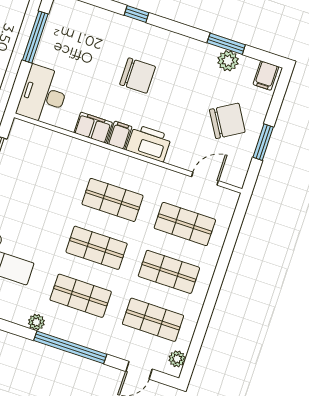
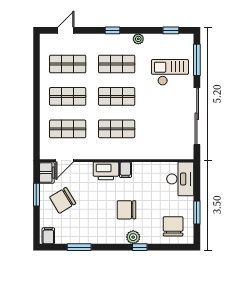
chair: (77, 28) -> (173, 226), added
window: (35, 37) -> (197, 212), width x0.69
plant: (228, 61) -> (133, 237), moved
filing cabinet: (93, 128) -> (47, 173), moved, turned -90
window: (70, 347) -> (112, 30), width x0.32
plant: (177, 359) -> (45, 45), removed

